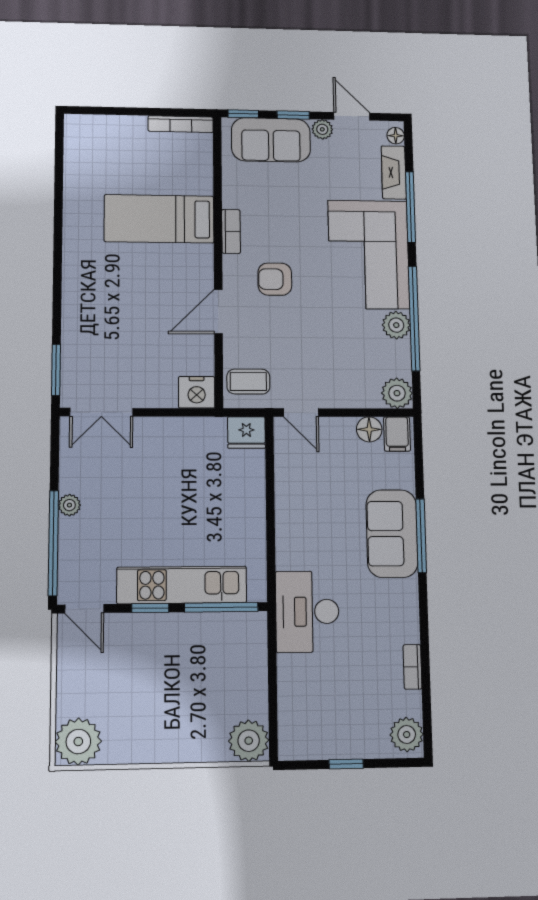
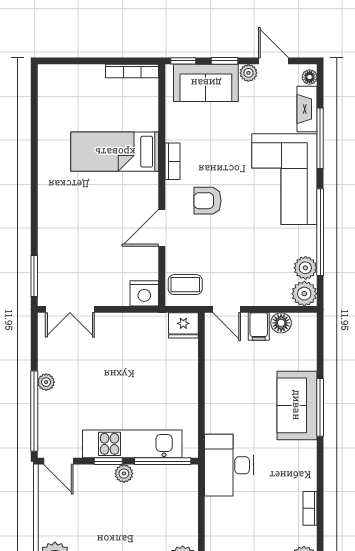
plant: (396, 325) -> (305, 268), moved
filing cabinet: (397, 434) -> (259, 327), moved
plant: (171, 624) -> (124, 474), added

